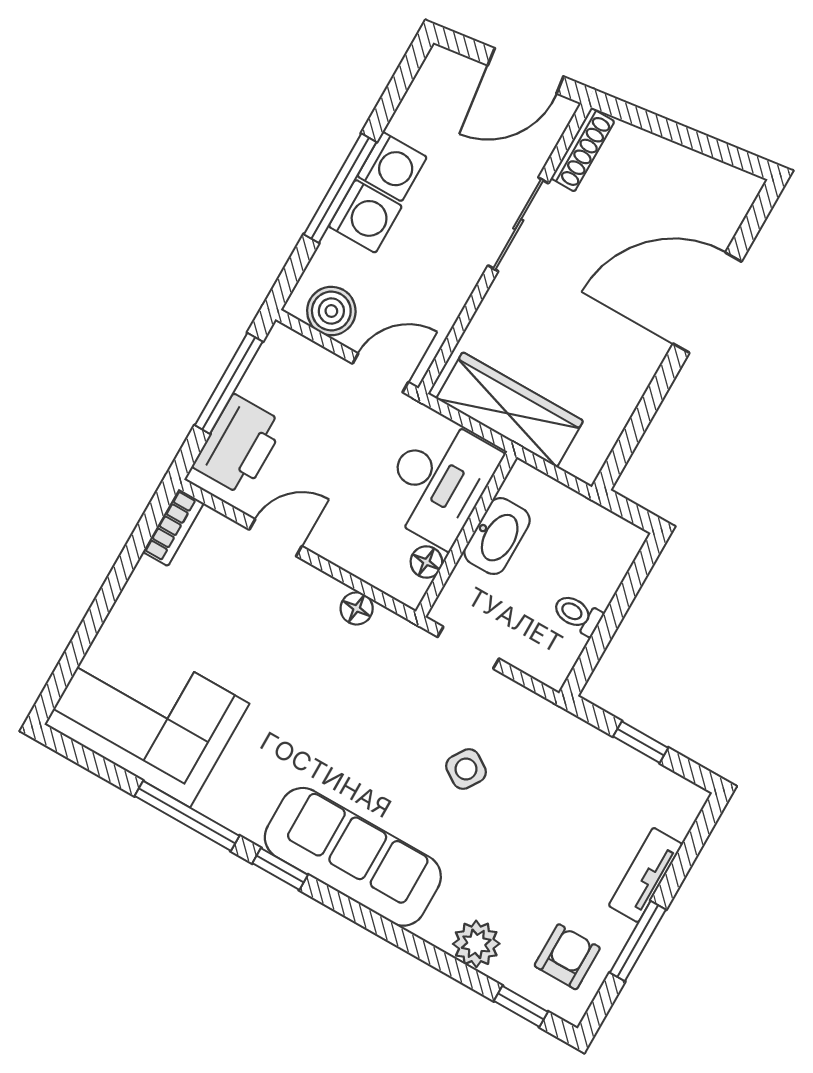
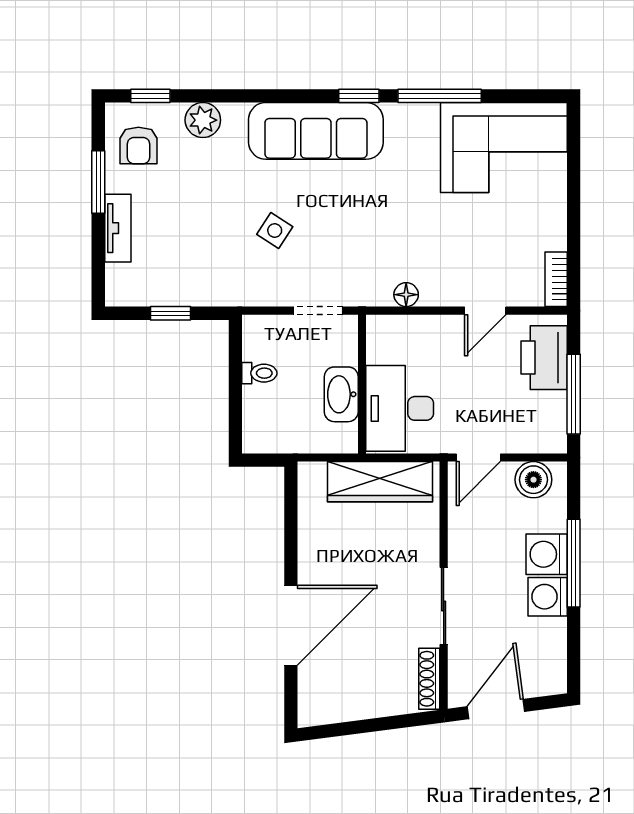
floor lamp: (426, 562) -> (378, 351), removed

